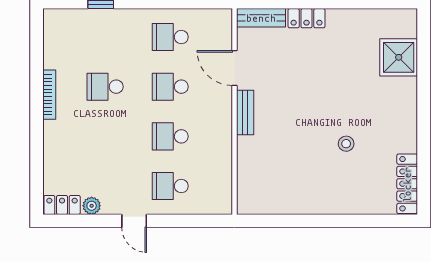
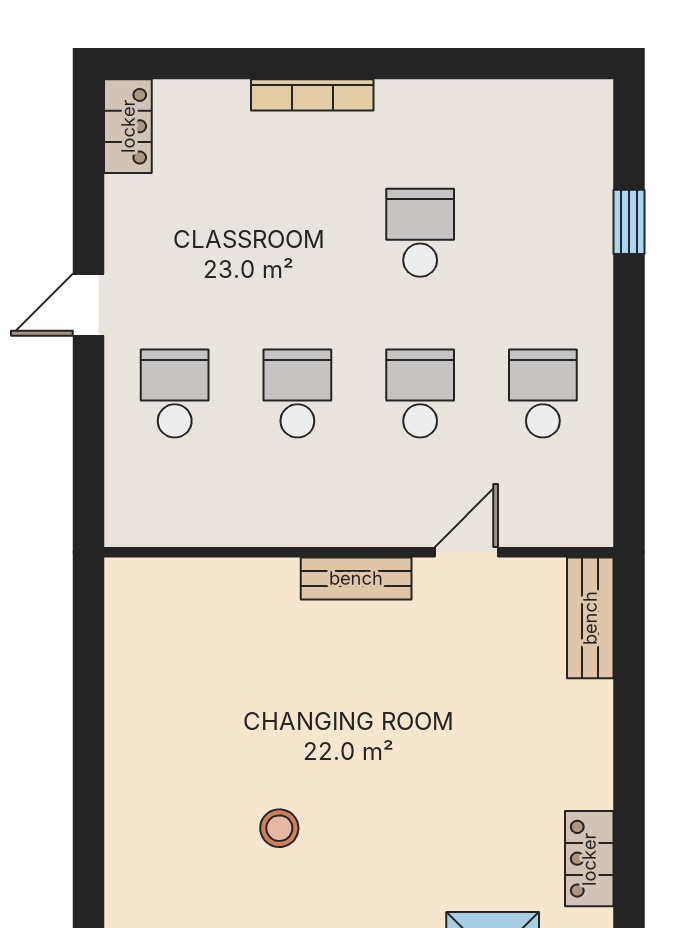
locker: (306, 18) -> (589, 859), moved
door: (234, 68) -> (466, 552), width x0.73
bookcase: (49, 95) -> (312, 95), moved
plant: (92, 206) -> (126, 199), removed

